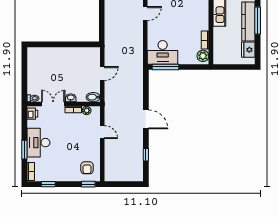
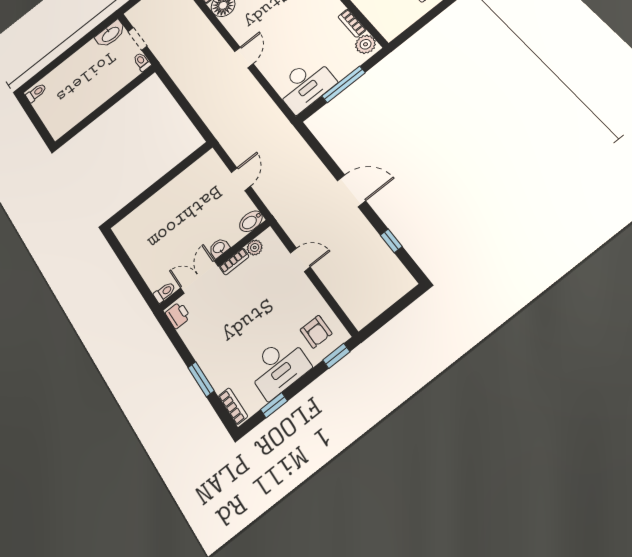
window: (166, 67) -> (343, 84), moved
desk: (38, 143) -> (278, 367), moved, turned -90

